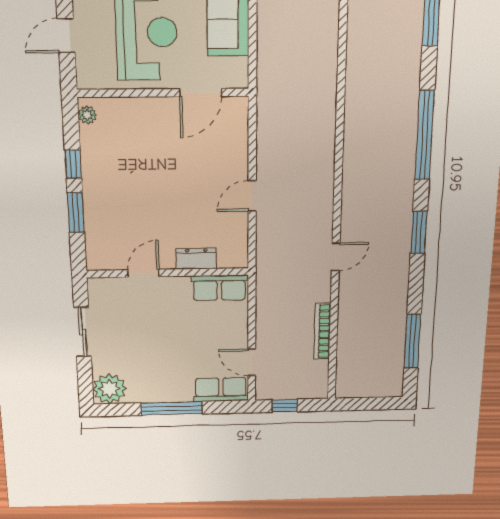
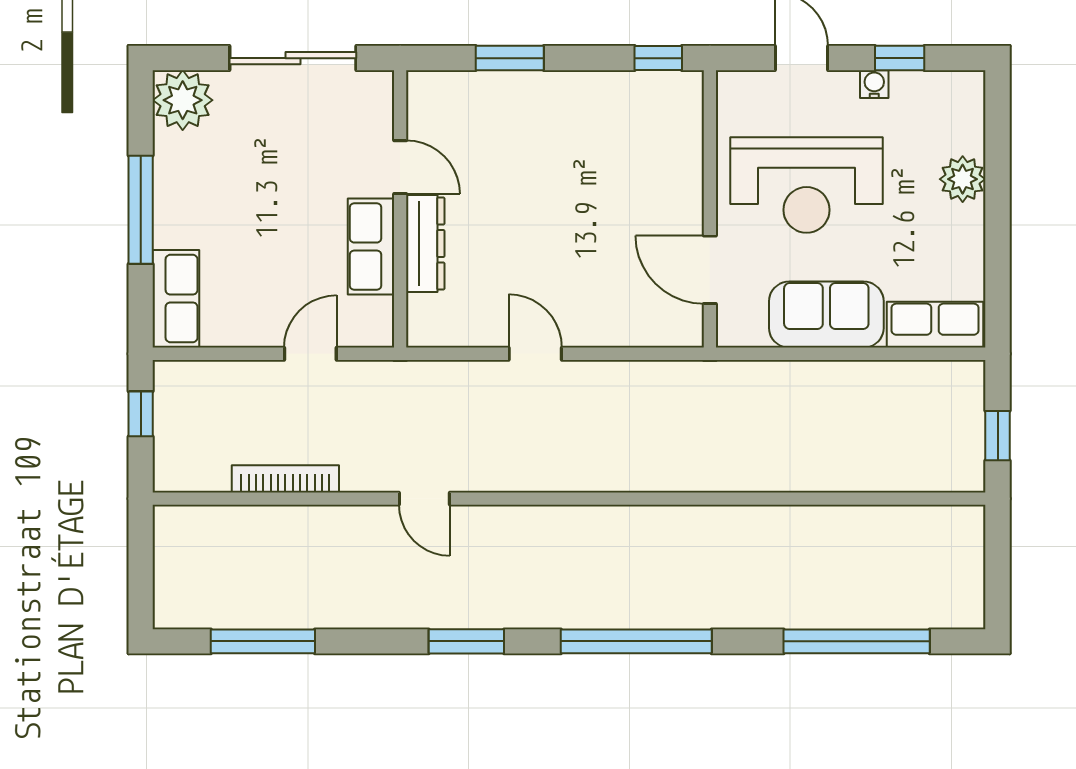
plant: (87, 115) -> (675, 85), removed
window: (73, 164) -> (658, 58), moved
dresser: (196, 259) -> (425, 244), width x1.44
row of seats: (219, 288) -> (371, 247), moved
sliding door: (83, 332) -> (293, 58), width x1.37
door: (252, 362) -> (310, 354), moved

